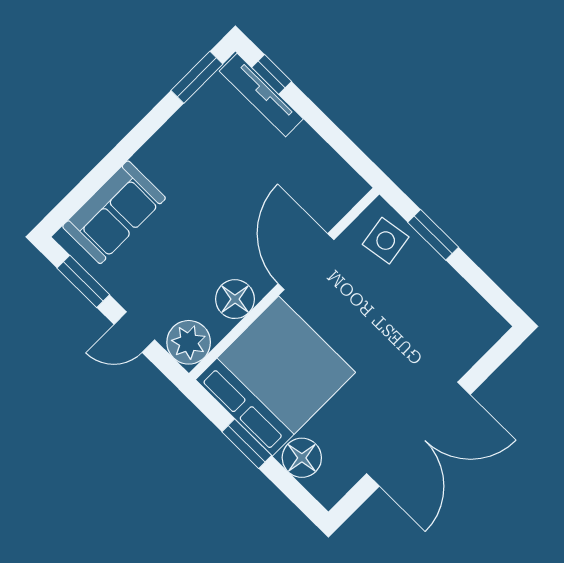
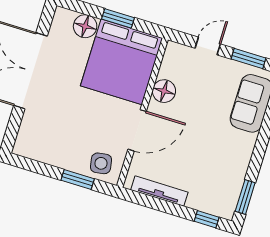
tv unit: (261, 95) -> (159, 191), moved
door: (306, 262) -> (137, 130), hinge flipped
plant: (189, 342) -> (176, 56), removed

